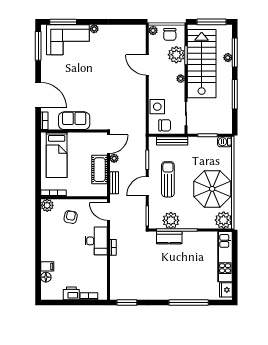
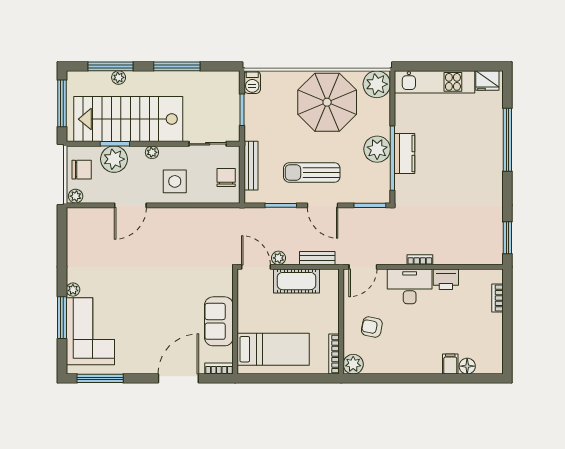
window: (63, 22) -> (62, 318), moved
side table: (157, 107) -> (175, 181), moved
plant: (171, 220) -> (377, 149), moved
kitchen counter: (169, 238) -> (404, 154), moved
printer: (71, 293) -> (446, 279), moved, turned -90

